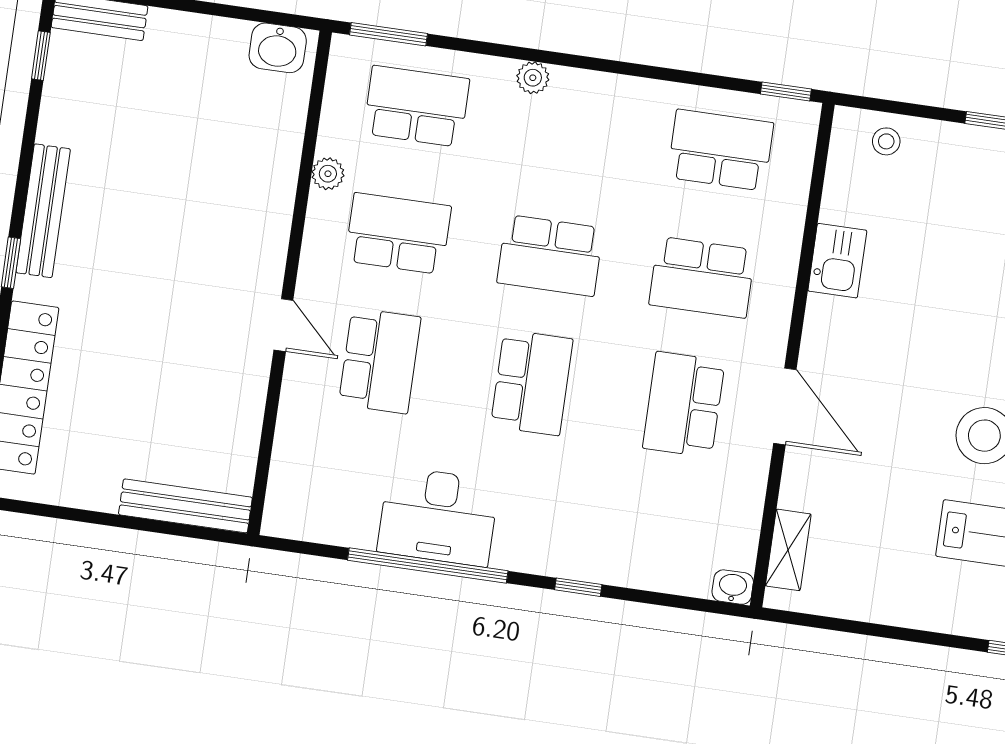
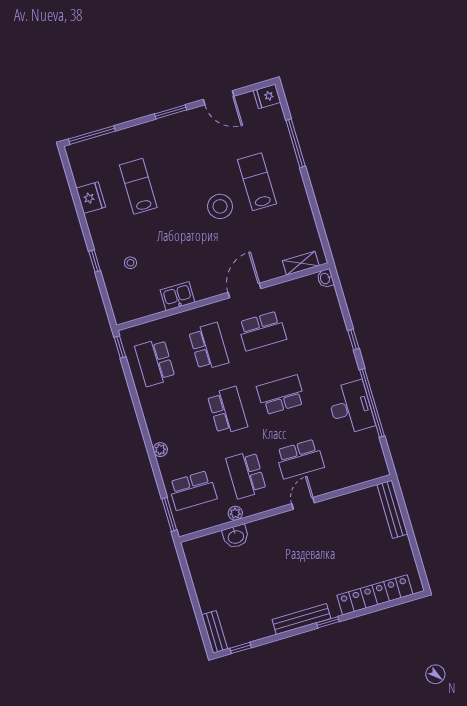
washbasin: (278, 48) -> (236, 536), moved, turned 90
school desk: (416, 106) -> (193, 490), turned -90
stool: (886, 141) -> (130, 263), moved
school desk: (380, 361) -> (300, 459), turned 180

